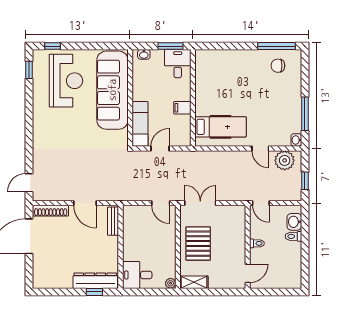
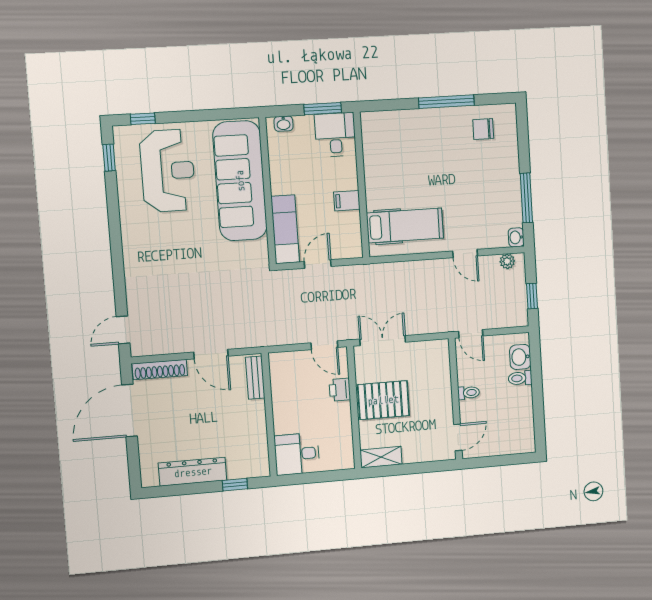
window: (277, 46) -> (446, 102), moved
plant: (285, 160) -> (507, 261), width x0.53, depth x0.53
printer: (169, 234) -> (340, 390), added
pallet: (198, 244) -> (383, 400), turned 90
dresser: (95, 281) -> (193, 472), moved
plant: (171, 283) -> (347, 462), removed

